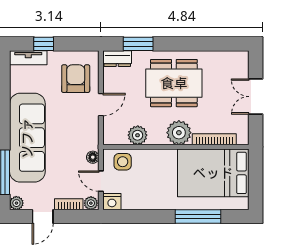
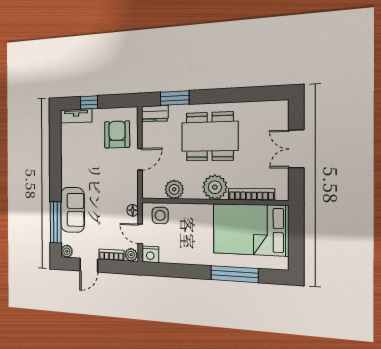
sofa: (27, 138) -> (72, 210), width x0.54, depth x0.79

